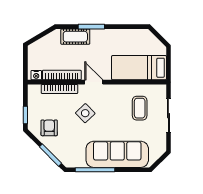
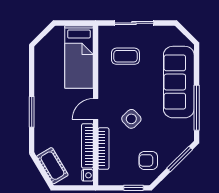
cot: (75, 37) -> (52, 166), moved, turned -31

